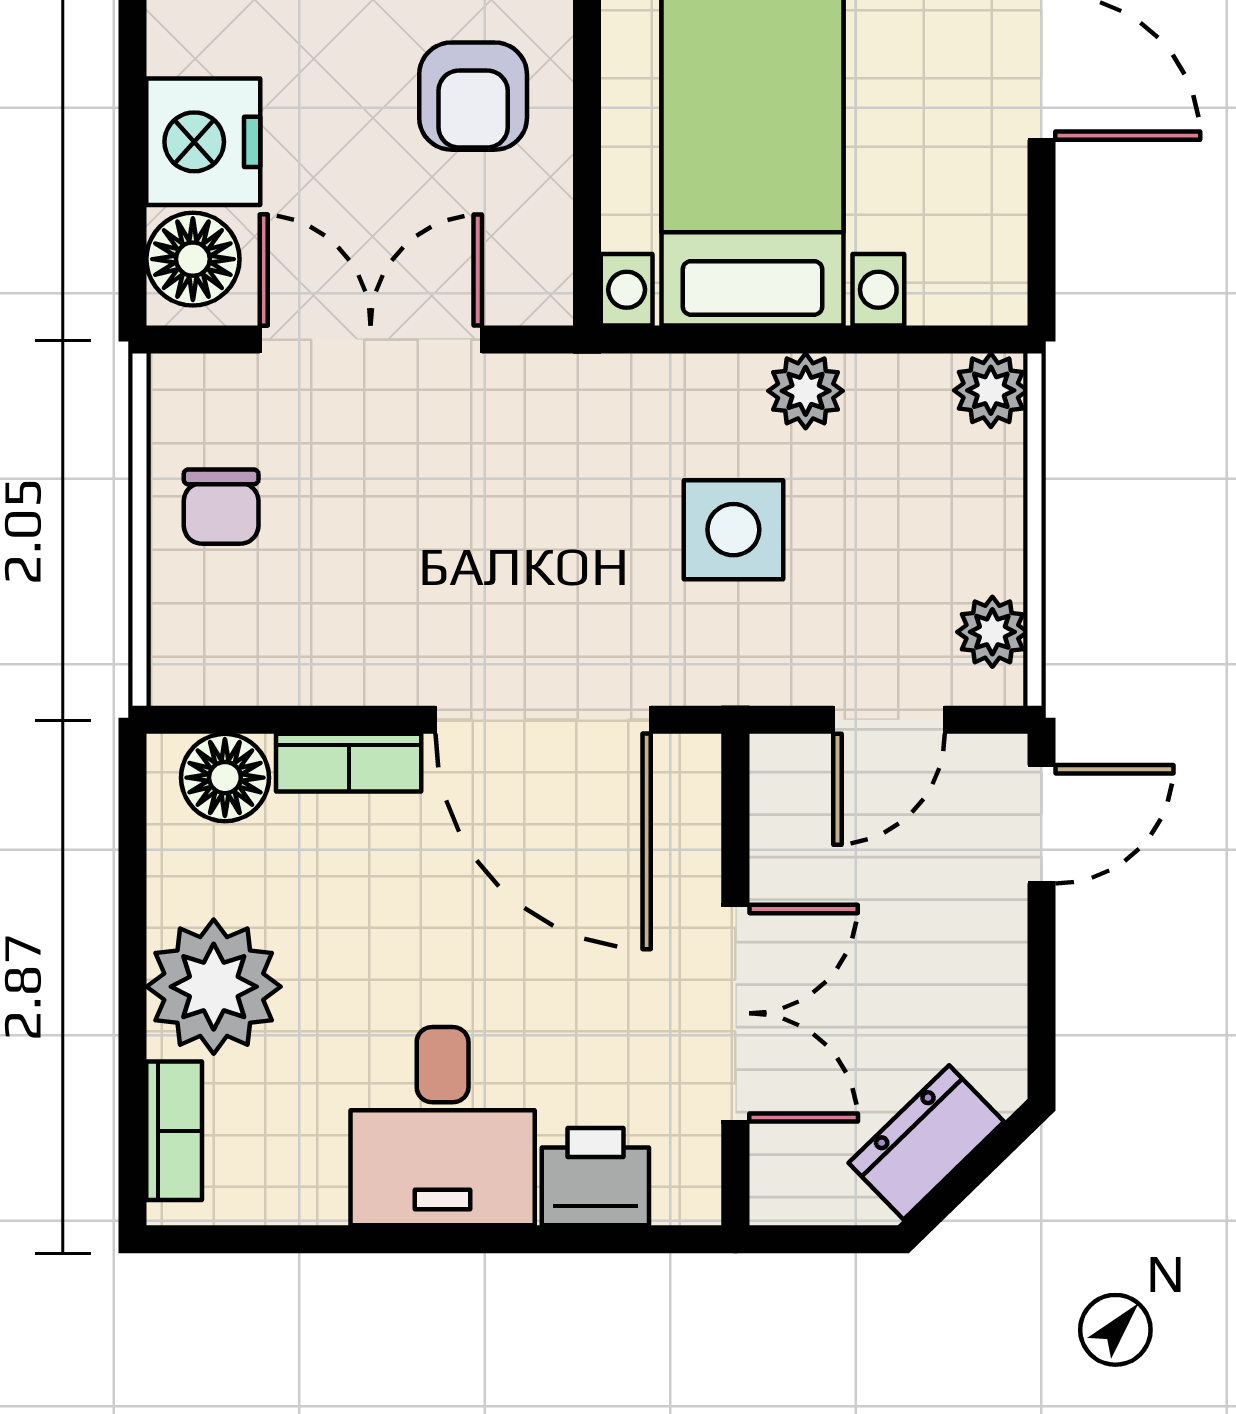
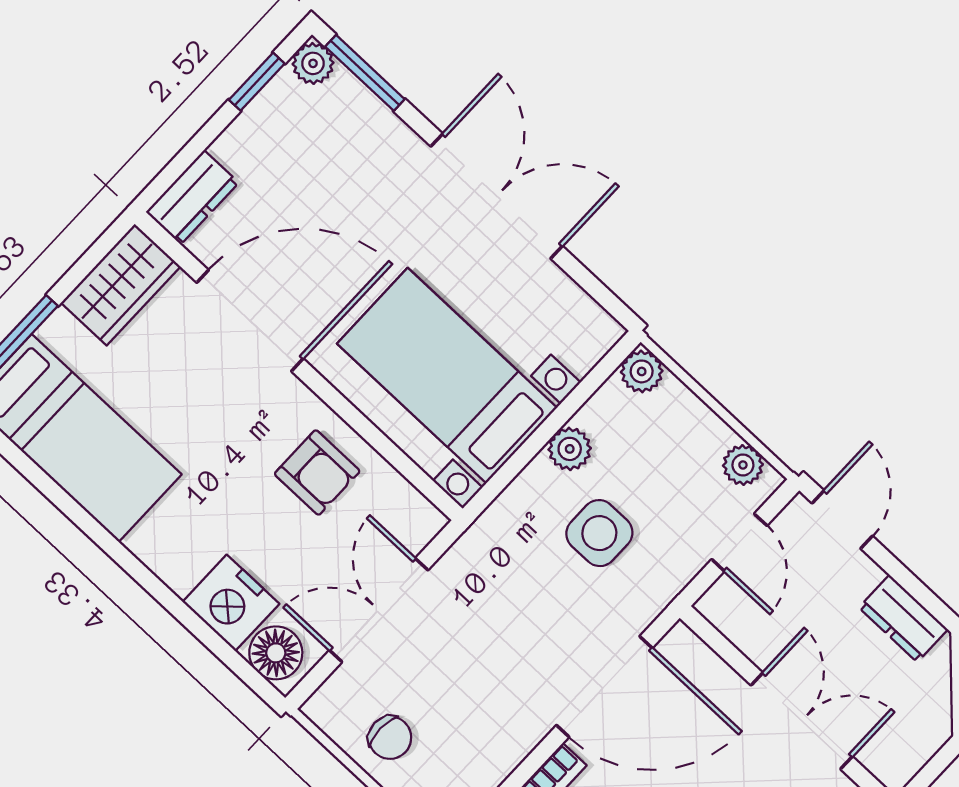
dresser: (926, 1142) -> (903, 618), moved, turned -46

